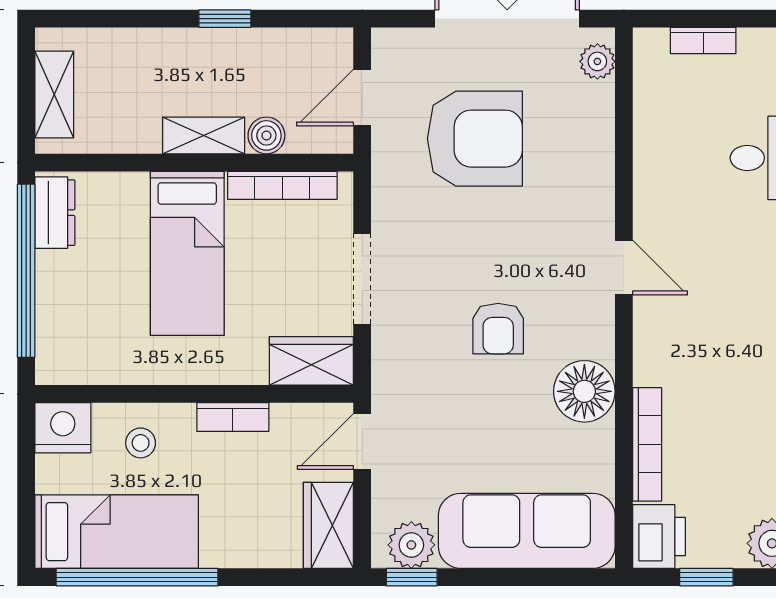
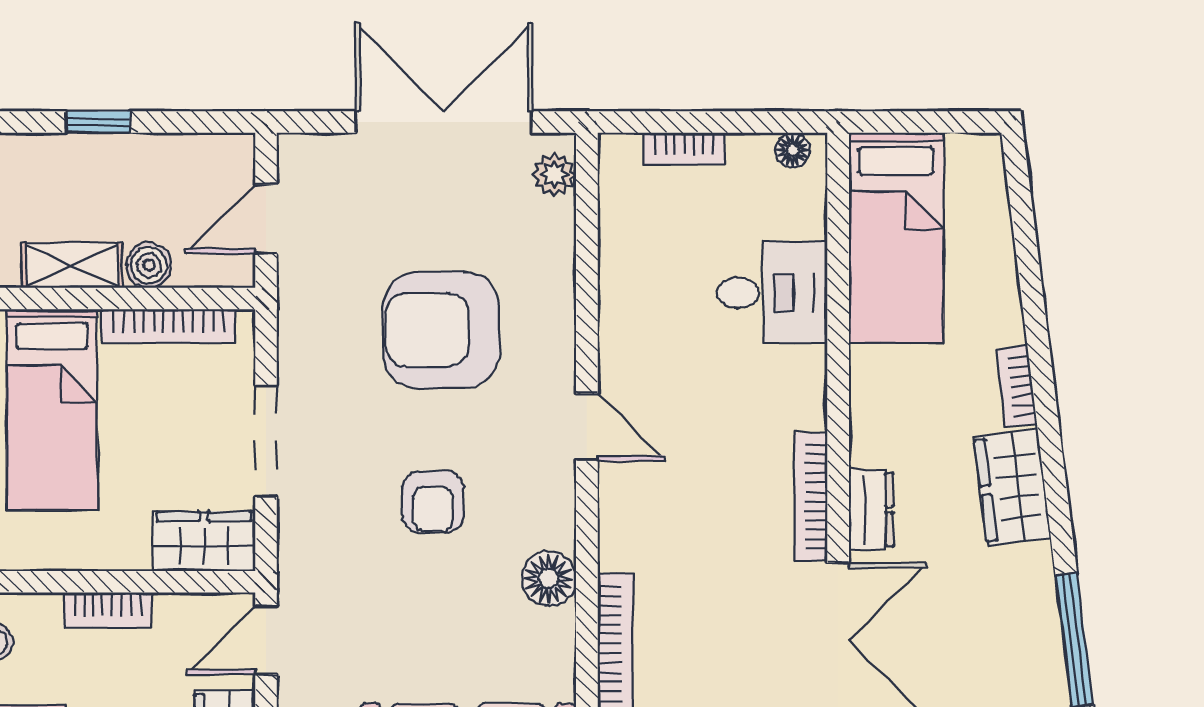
armchair: (475, 139) -> (441, 330), moved, turned 180
floor lamp: (584, 391) -> (549, 579), width x0.73, depth x0.73

